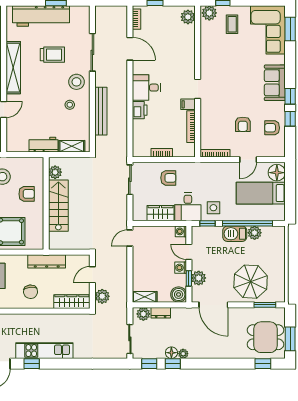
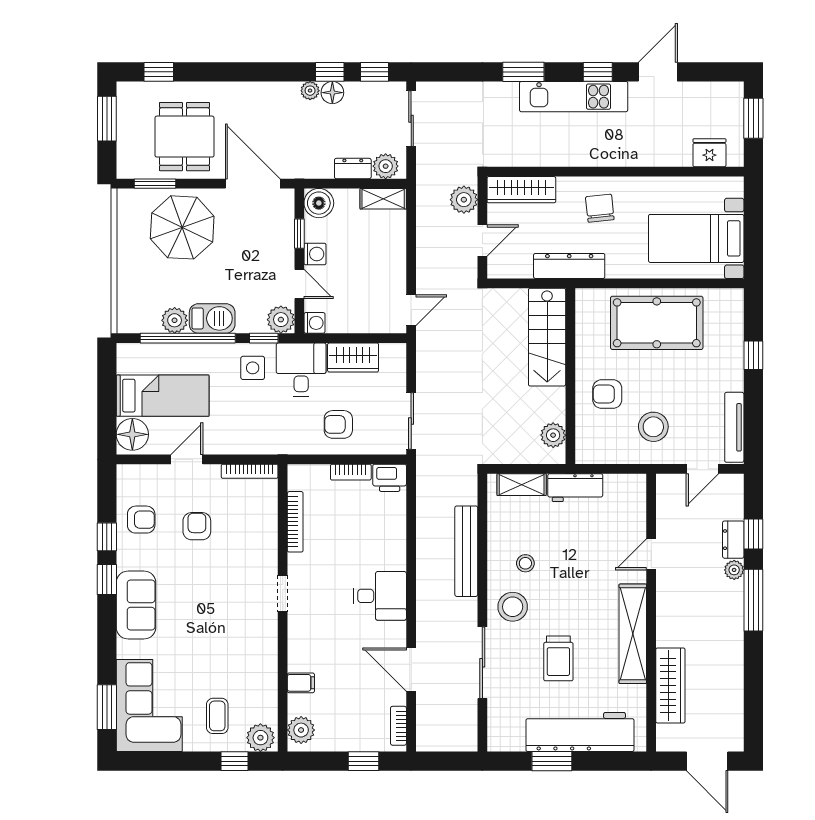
trolley: (52, 55) -> (558, 658), turned -90
filing cabinet: (188, 104) -> (301, 683), moved
printer: (140, 110) -> (390, 478), moved, turned -90
stairs: (58, 206) -> (547, 337), moved
plant: (199, 278) -> (281, 320), moved
dining table: (265, 337) -> (184, 137), moved, turned 90
window: (71, 364) -> (523, 72), added

